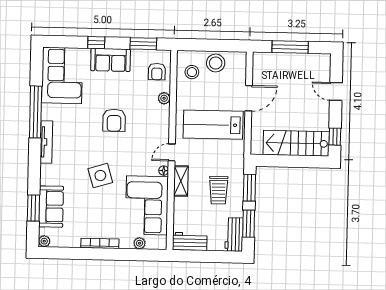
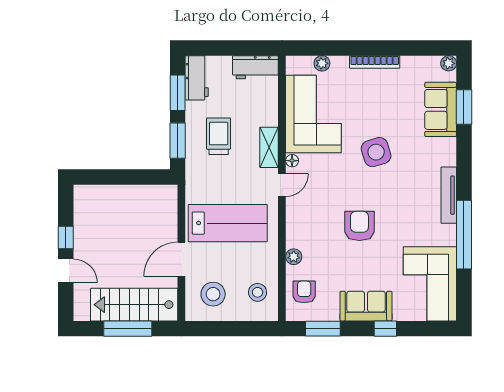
stool: (216, 63) -> (213, 294), moved
window: (335, 137) -> (66, 237), moved
stairs: (296, 143) -> (134, 305), moved, turned 180

